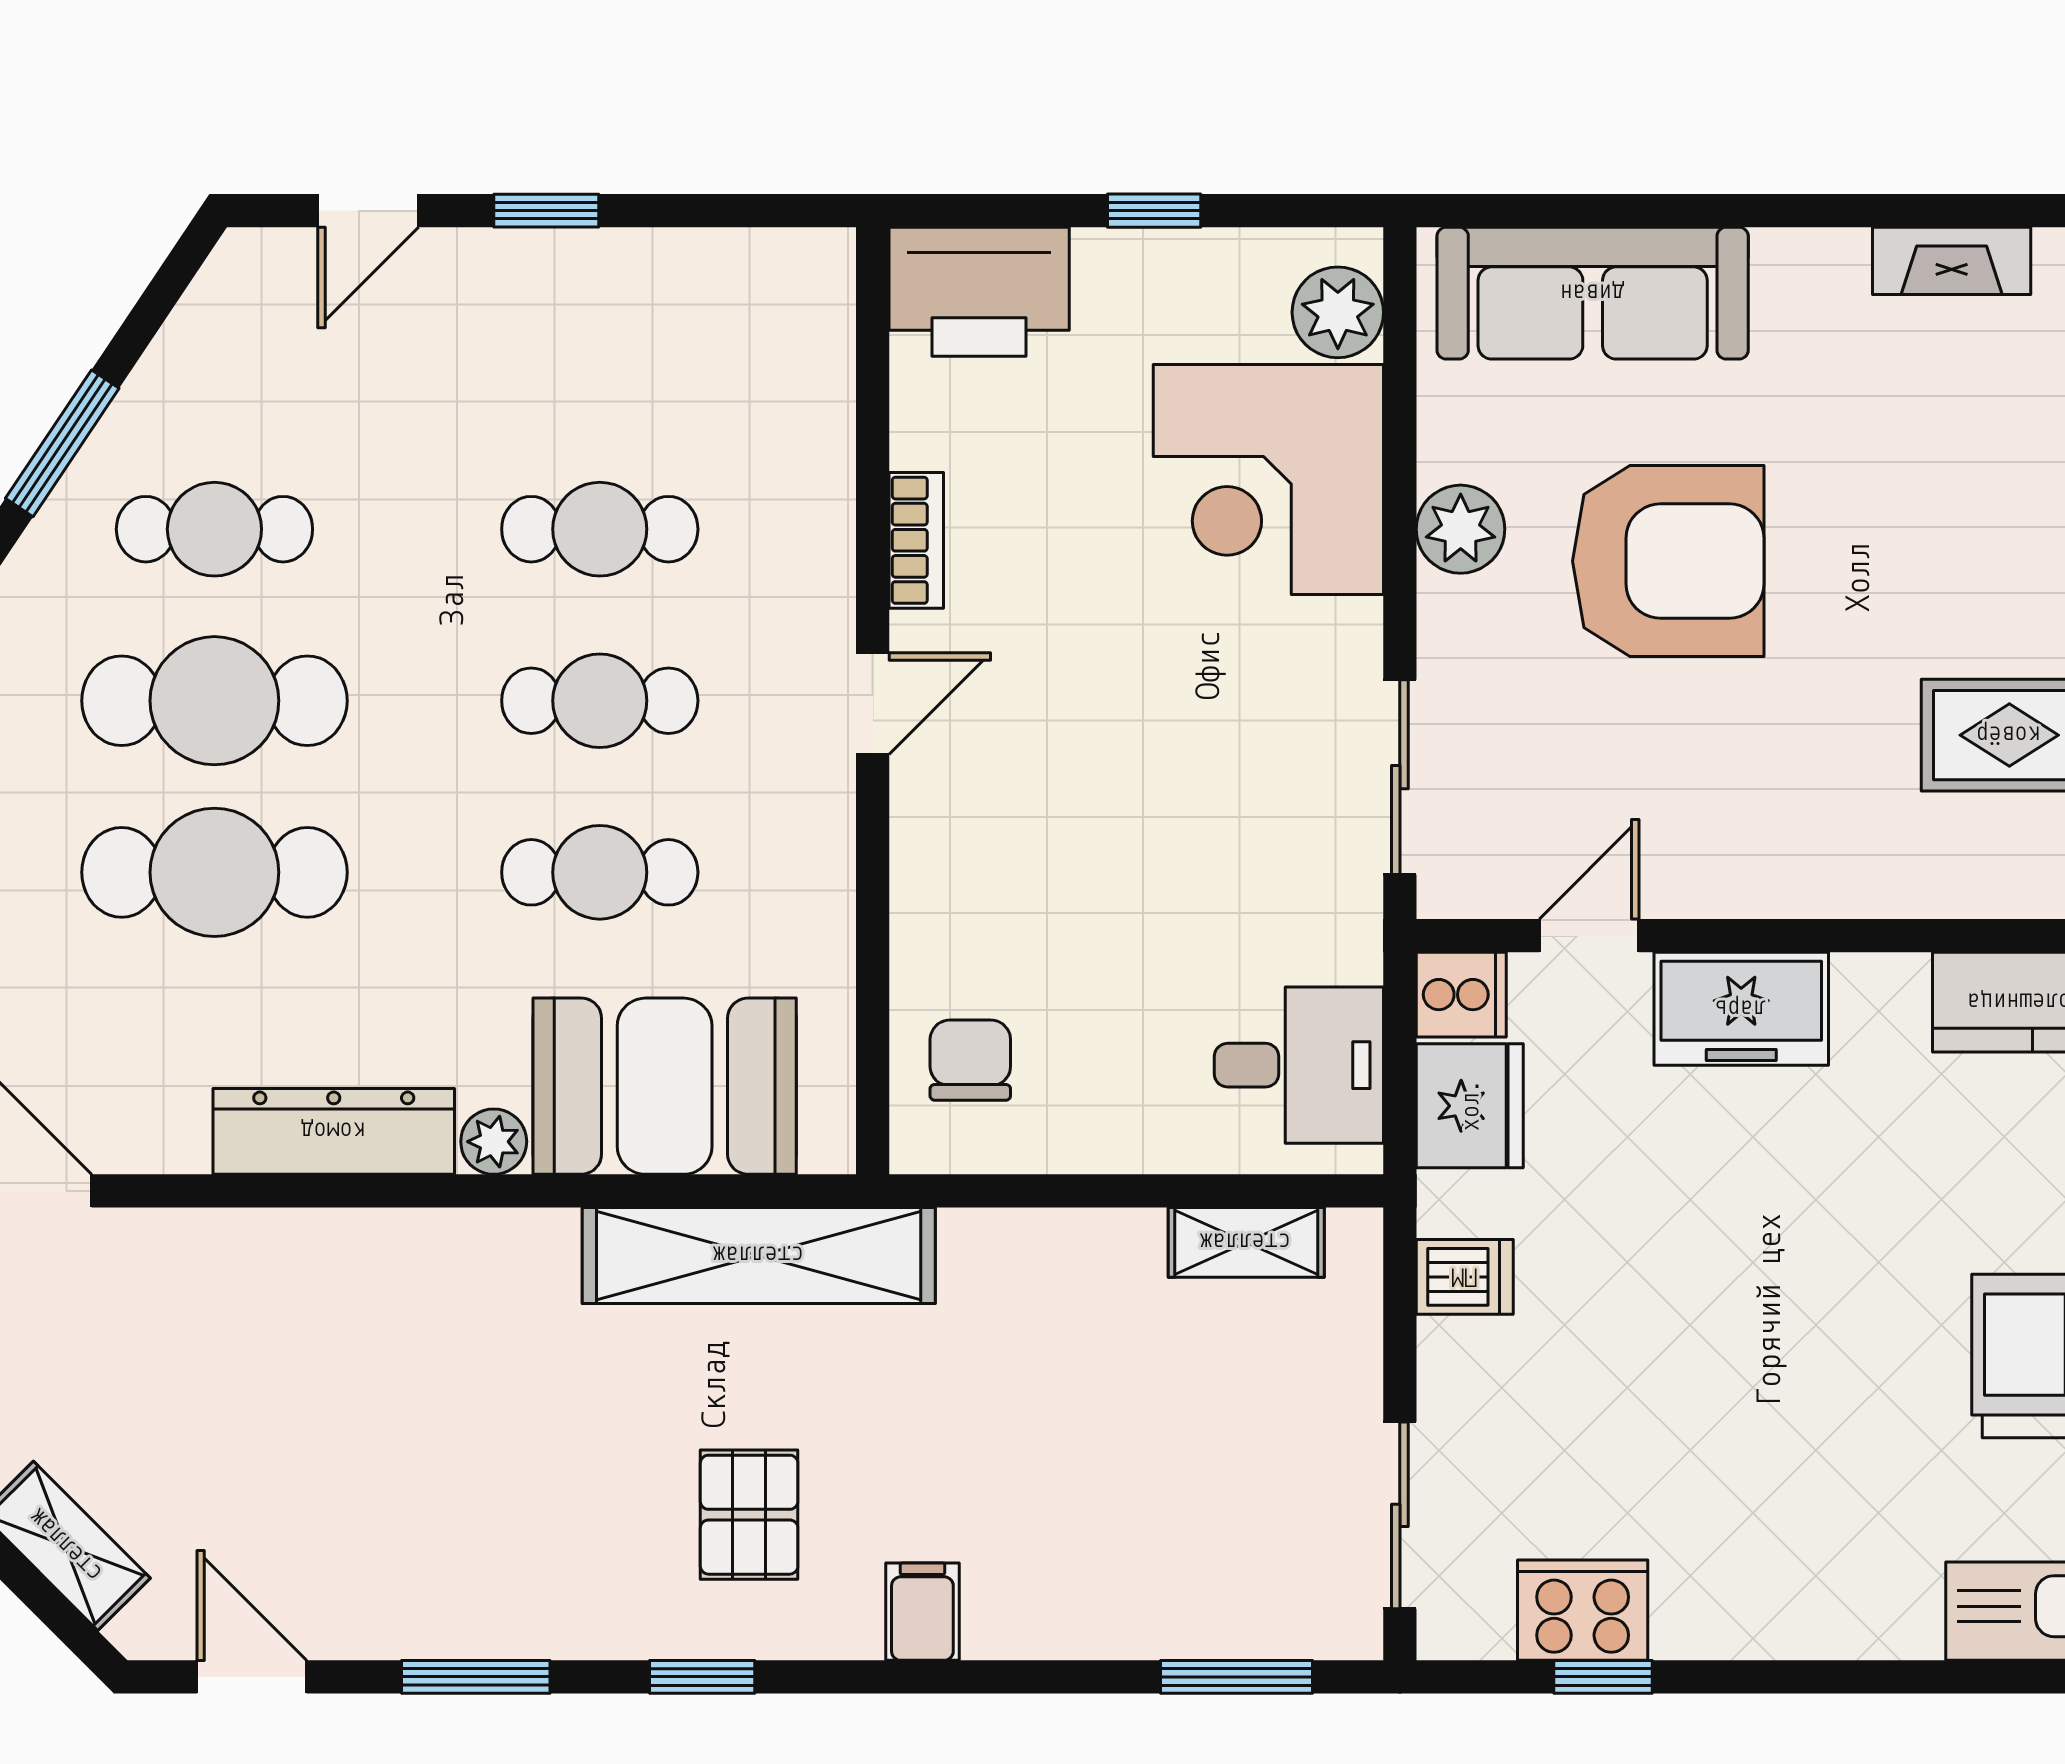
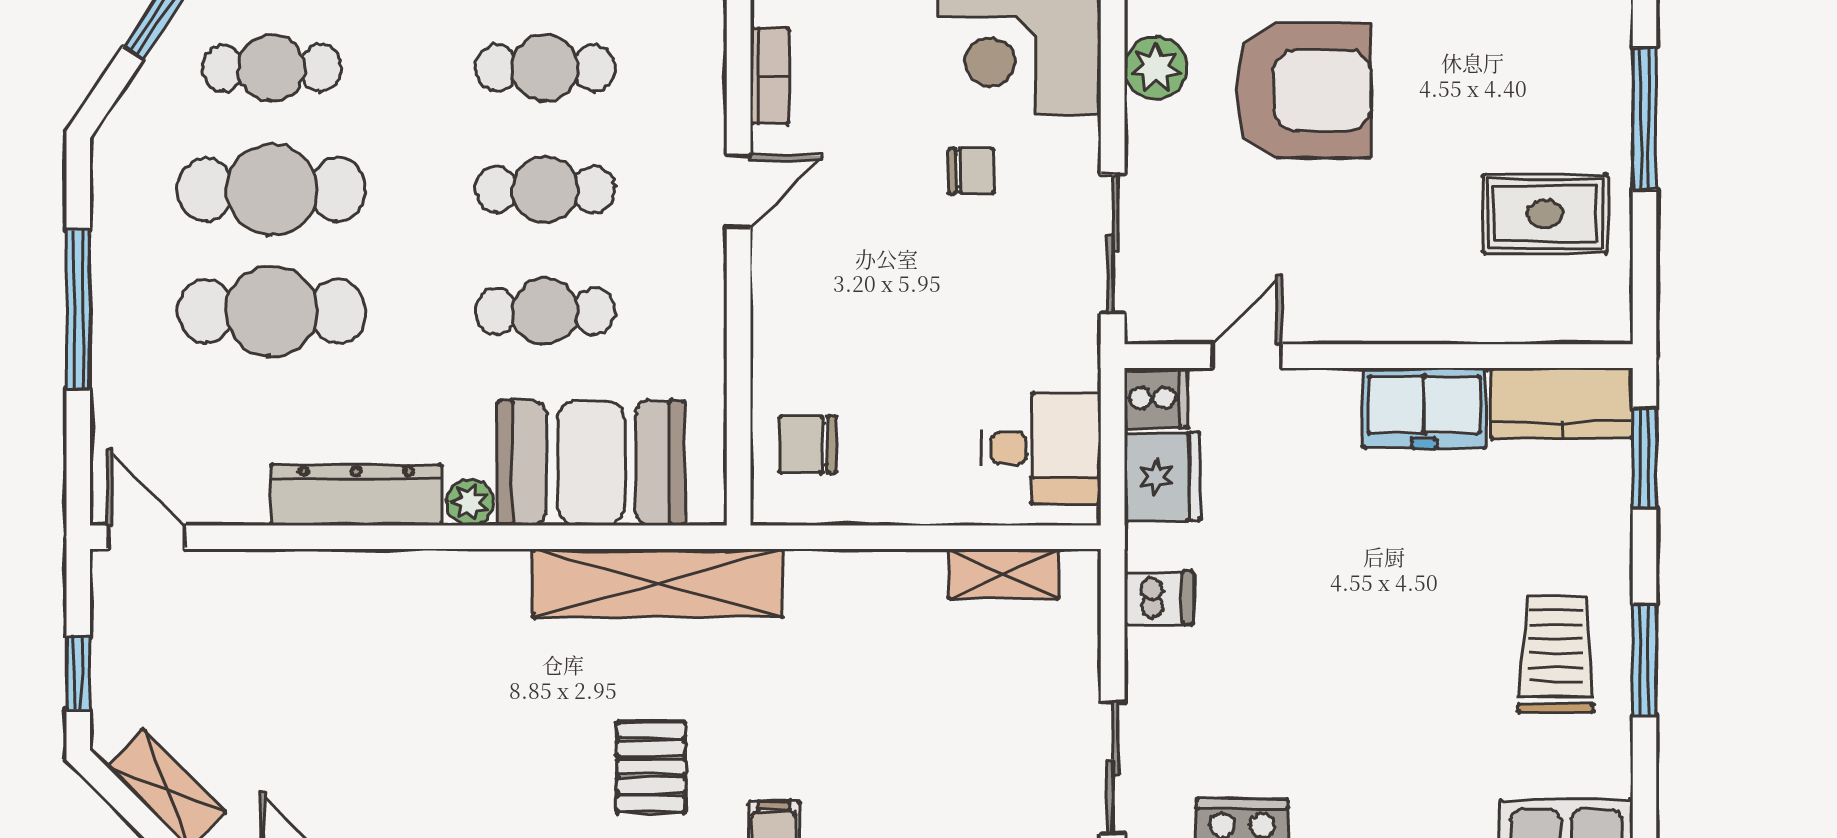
chair: (1200, 675) -> (971, 171), added
freezer: (1741, 1009) -> (1424, 408), moved
chair: (970, 1060) -> (808, 444), turned -90

